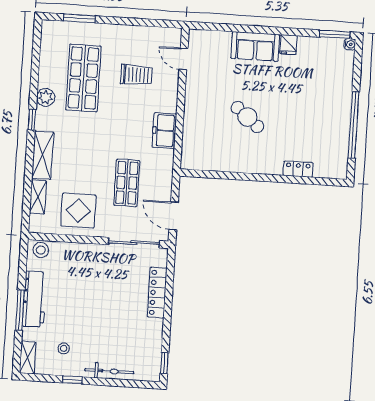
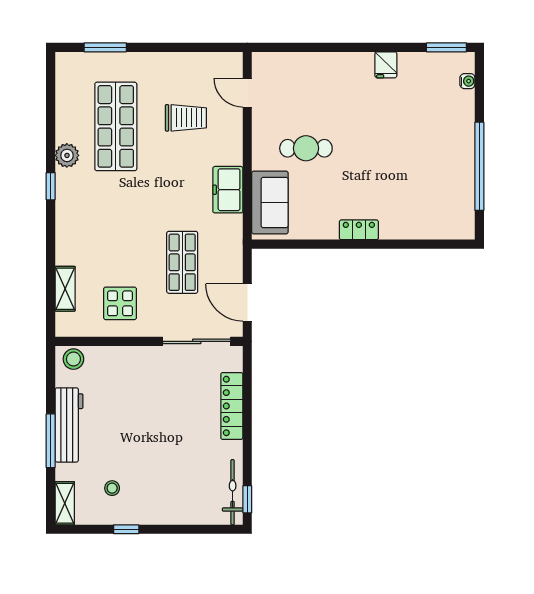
water cooler: (350, 44) -> (467, 81), moved
sofa: (255, 46) -> (270, 202), moved, turned -90
cafe table: (247, 117) -> (306, 148), moved, turned -40
shelving: (43, 155) -> (68, 233), removed
locker: (298, 169) -> (359, 230), moved
display table: (78, 211) -> (120, 303), width x0.73, depth x0.73
bicycle: (109, 371) -> (233, 492), moved, turned -90

